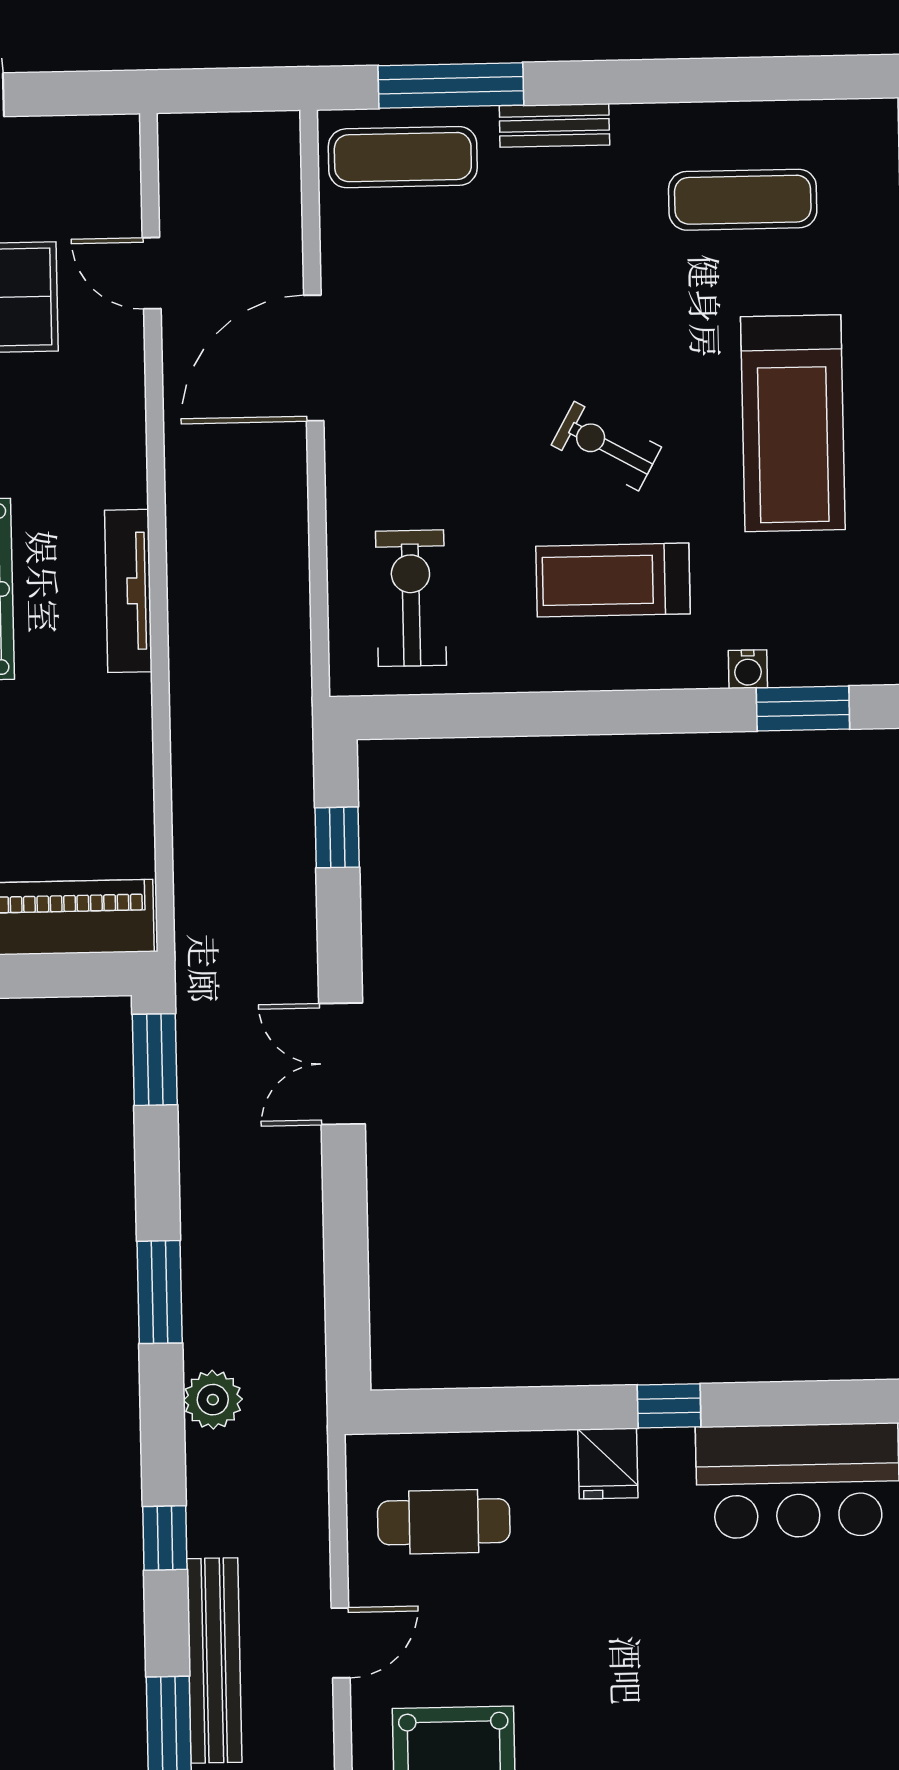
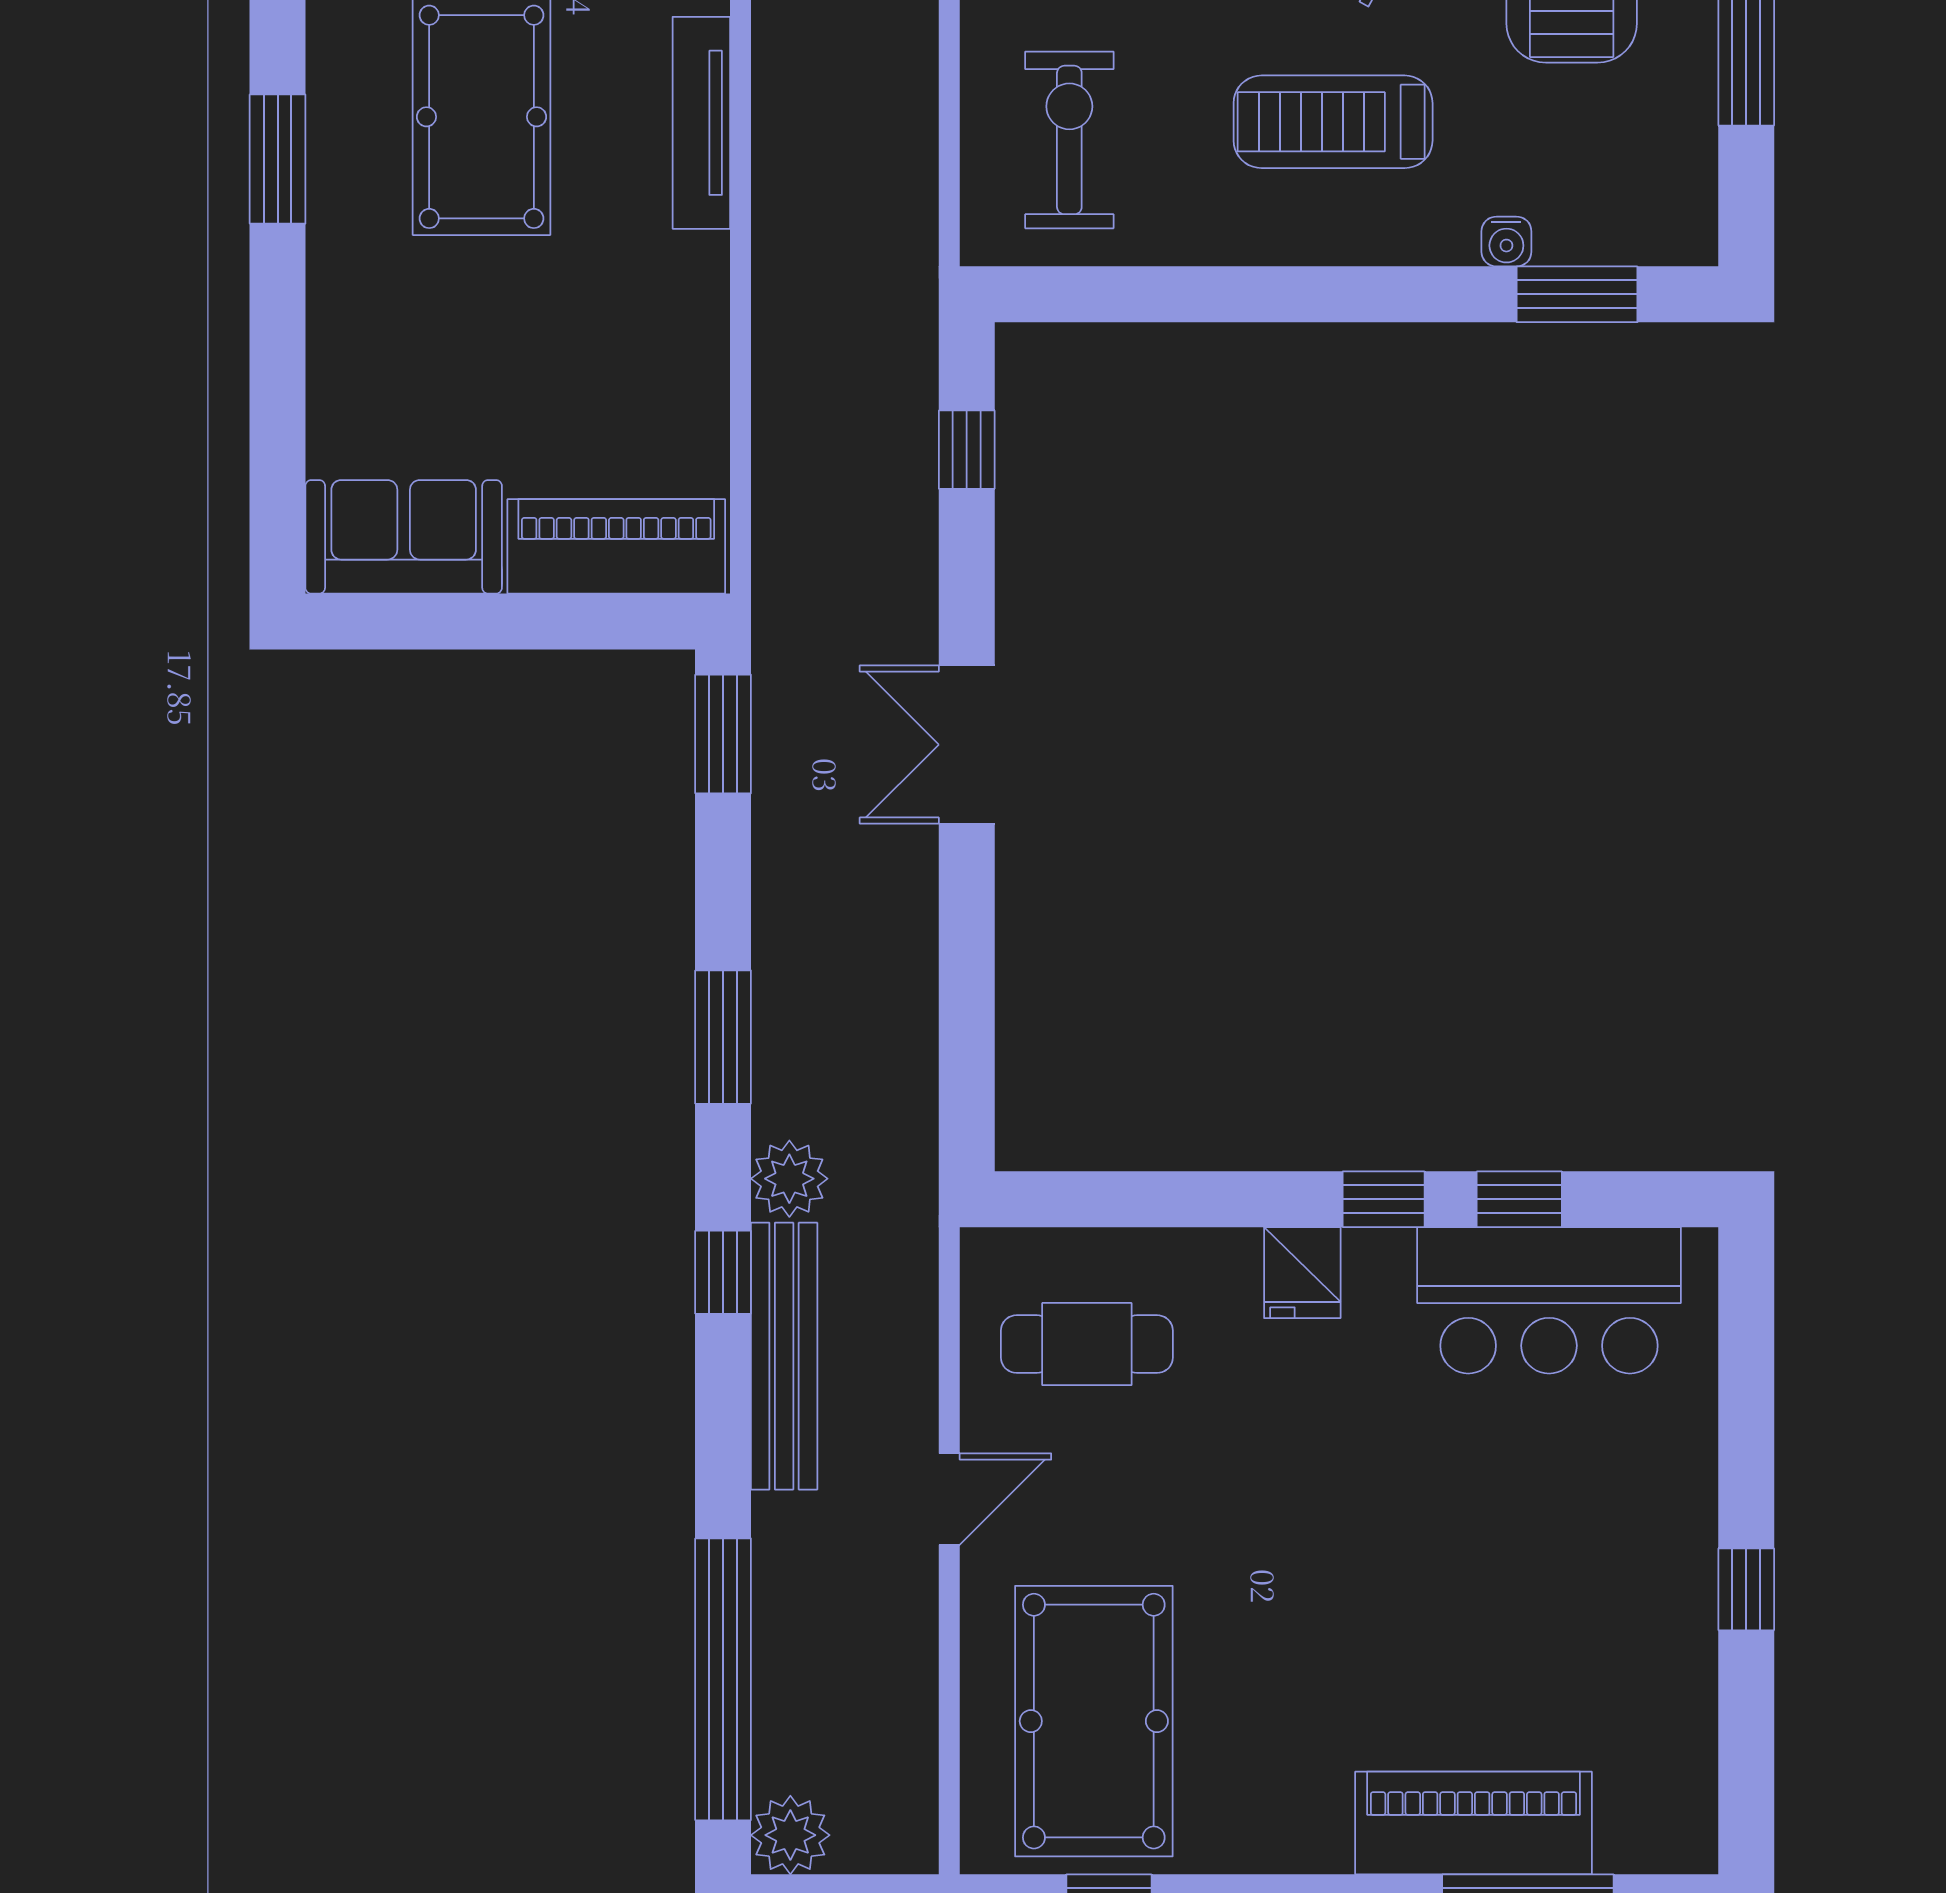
window: (773, 1404) -> (1519, 1199), added
window: (165, 1538) -> (723, 1272), moved
bench: (214, 1660) -> (784, 1356), moved

